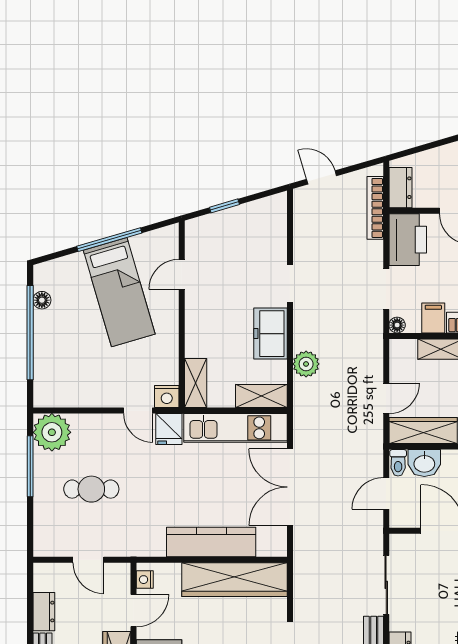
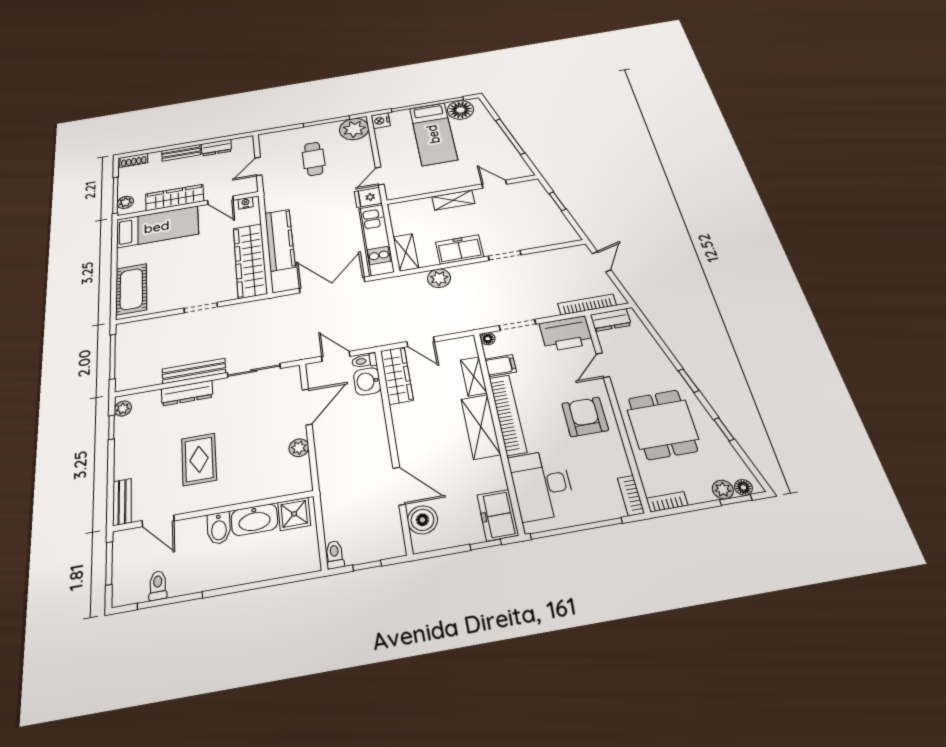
bed: (119, 292) -> (433, 134), moved, turned -74
floor lamp: (42, 300) -> (460, 110), width x1.89, depth x1.89
shelving: (196, 383) -> (453, 200), moved
nightstand: (167, 396) -> (381, 121), moved

